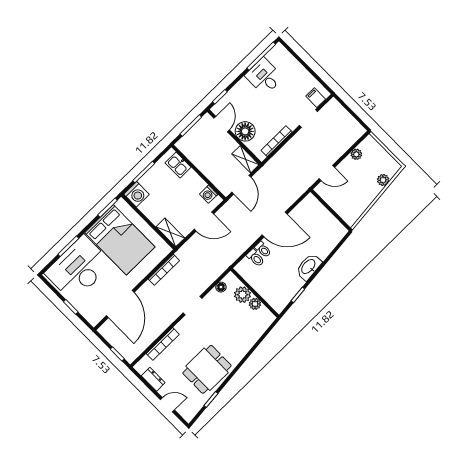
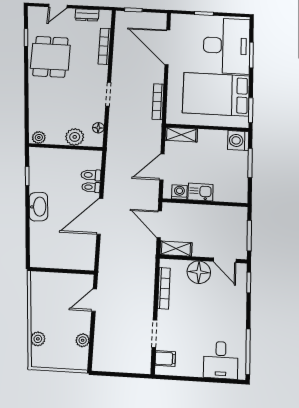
desk: (264, 77) -> (221, 360), moved, turned 90
kitchen sink: (178, 165) -> (201, 192), moved
plant: (255, 304) -> (39, 137), moved

